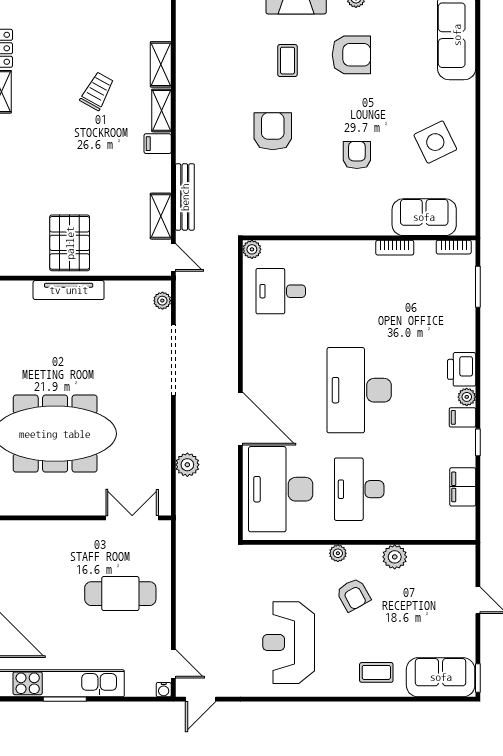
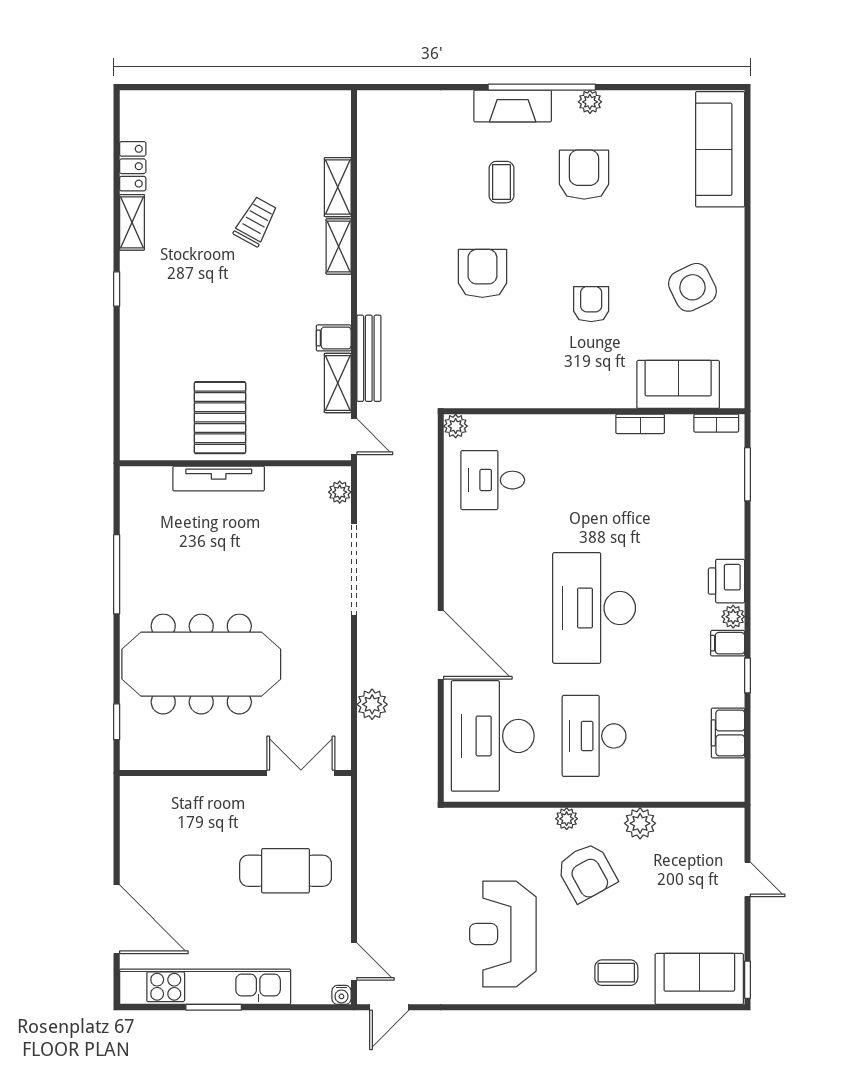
armchair: (351, 55) -> (584, 175), turned -90
filing cabinet: (158, 144) -> (334, 338), moved
armchair: (353, 595) -> (587, 872), width x1.38, depth x1.38

